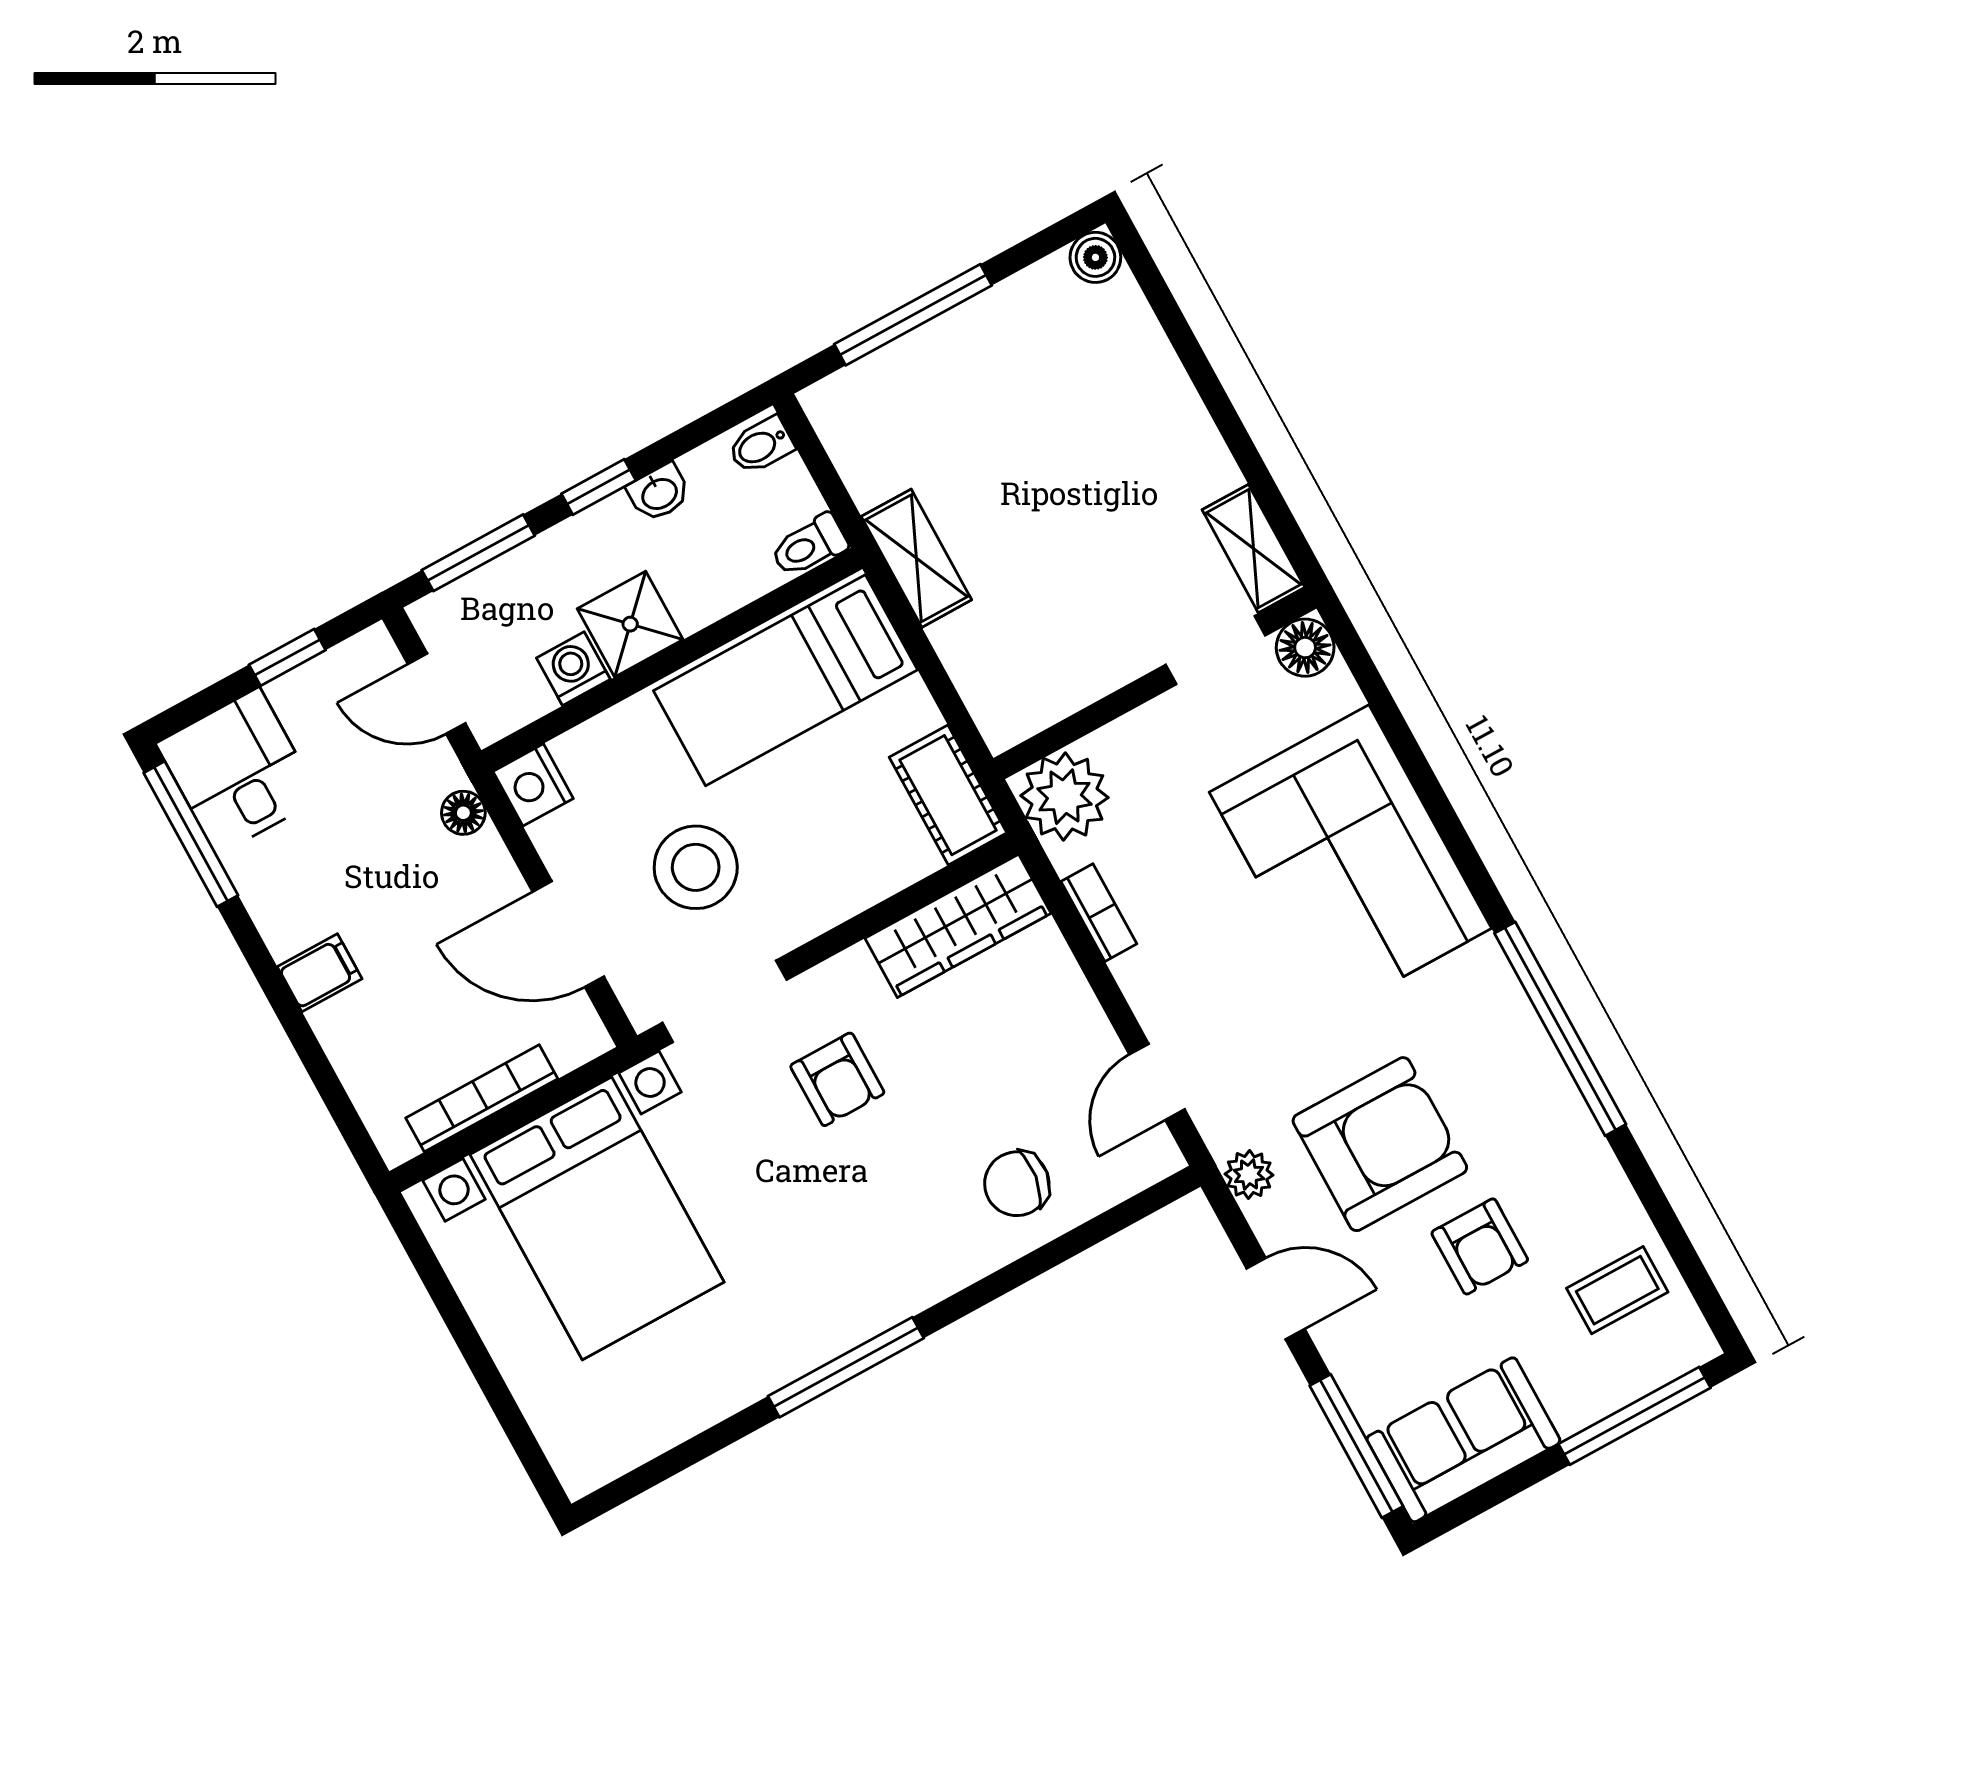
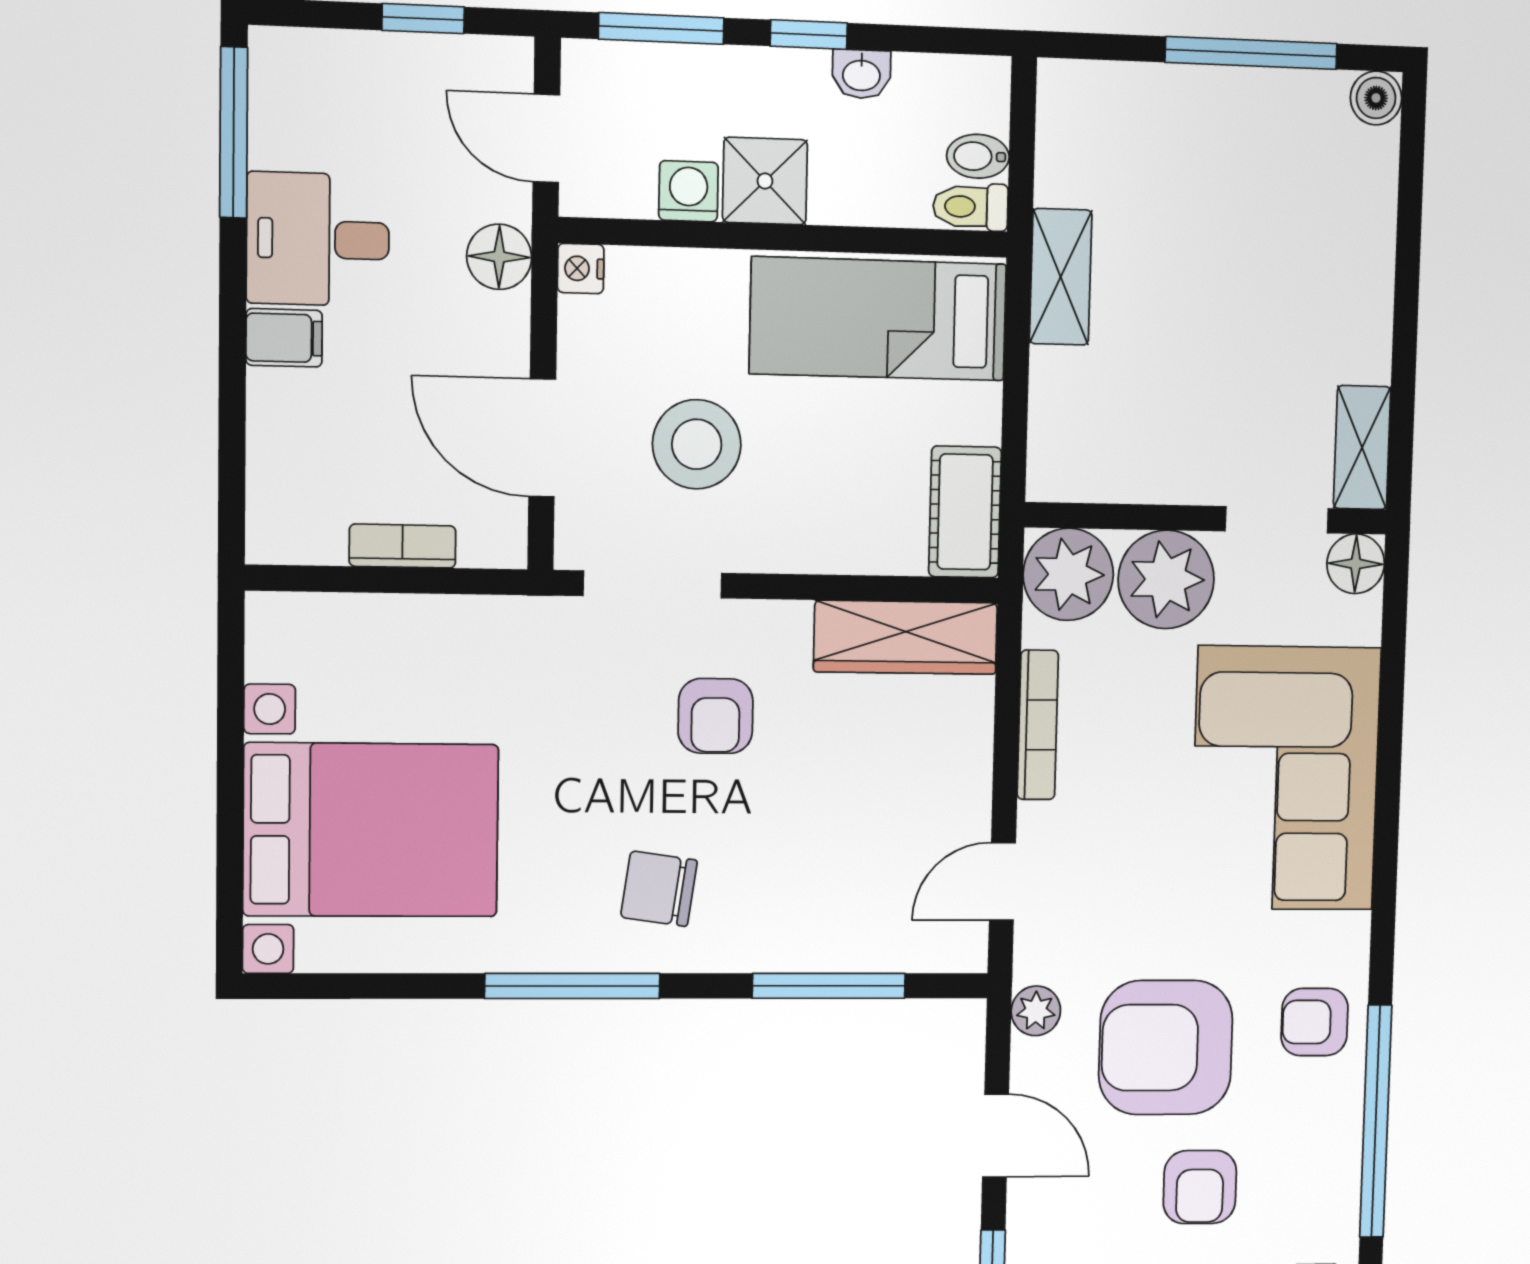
window: (913, 315) -> (1251, 53), moved
bidet: (761, 446) -> (978, 156), moved
plant: (1150, 753) -> (1166, 579), added
desk: (238, 771) -> (318, 239), moved, turned -90
nightstand: (533, 785) -> (581, 268), width x0.72, depth x0.74
floor lamp: (463, 813) -> (499, 257), width x1.37, depth x1.37
bookcase: (1099, 913) -> (1038, 725), width x1.56
window: (1560, 1029) -> (1376, 1121), moved
armchair: (1498, 1051) -> (1315, 1022), added
bookcase: (482, 1098) -> (402, 546), width x0.64
armchair: (1380, 1144) -> (1166, 1048), turned 180
chair: (1017, 1184) -> (659, 889), moved
bed with nightstands: (597, 1218) -> (371, 830), moved, turned -90
window: (1060, 1250) -> (829, 986), added

